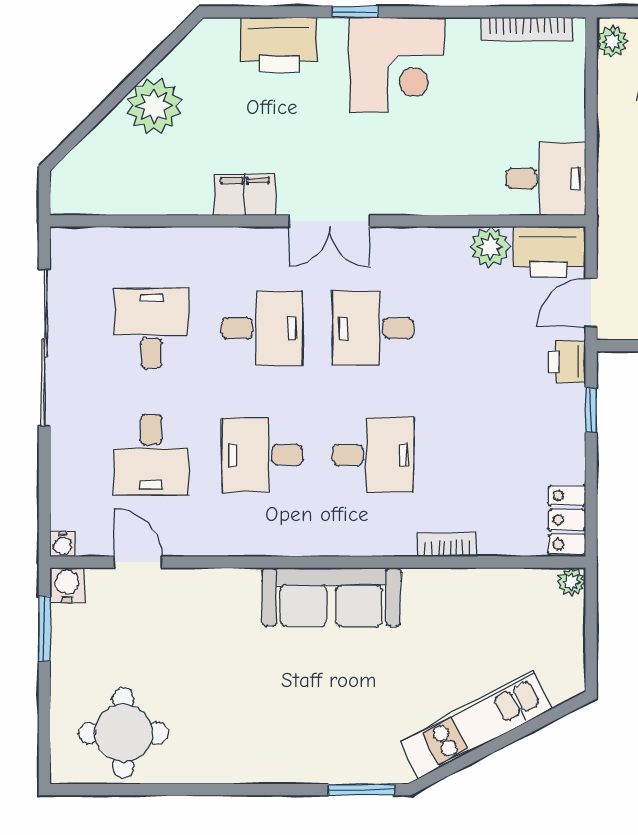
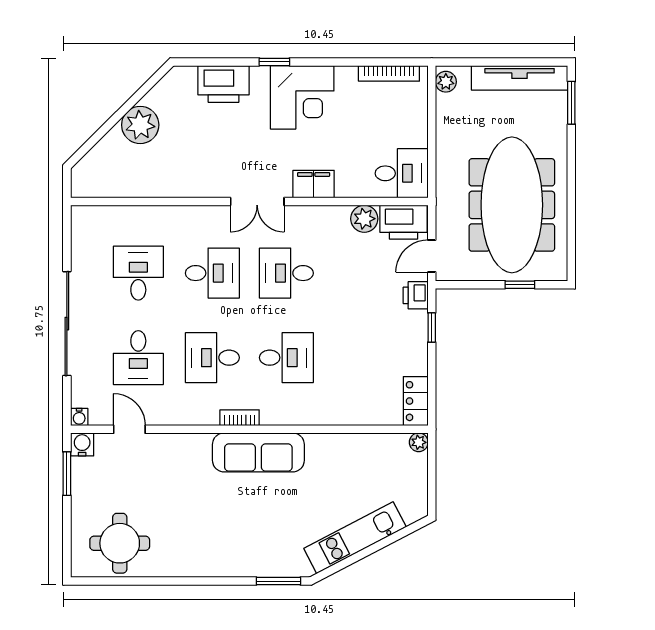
filing cabinet: (245, 195) -> (314, 184), moved
sliding door: (44, 348) -> (67, 324), moved
bookcase: (447, 545) -> (240, 418), moved

